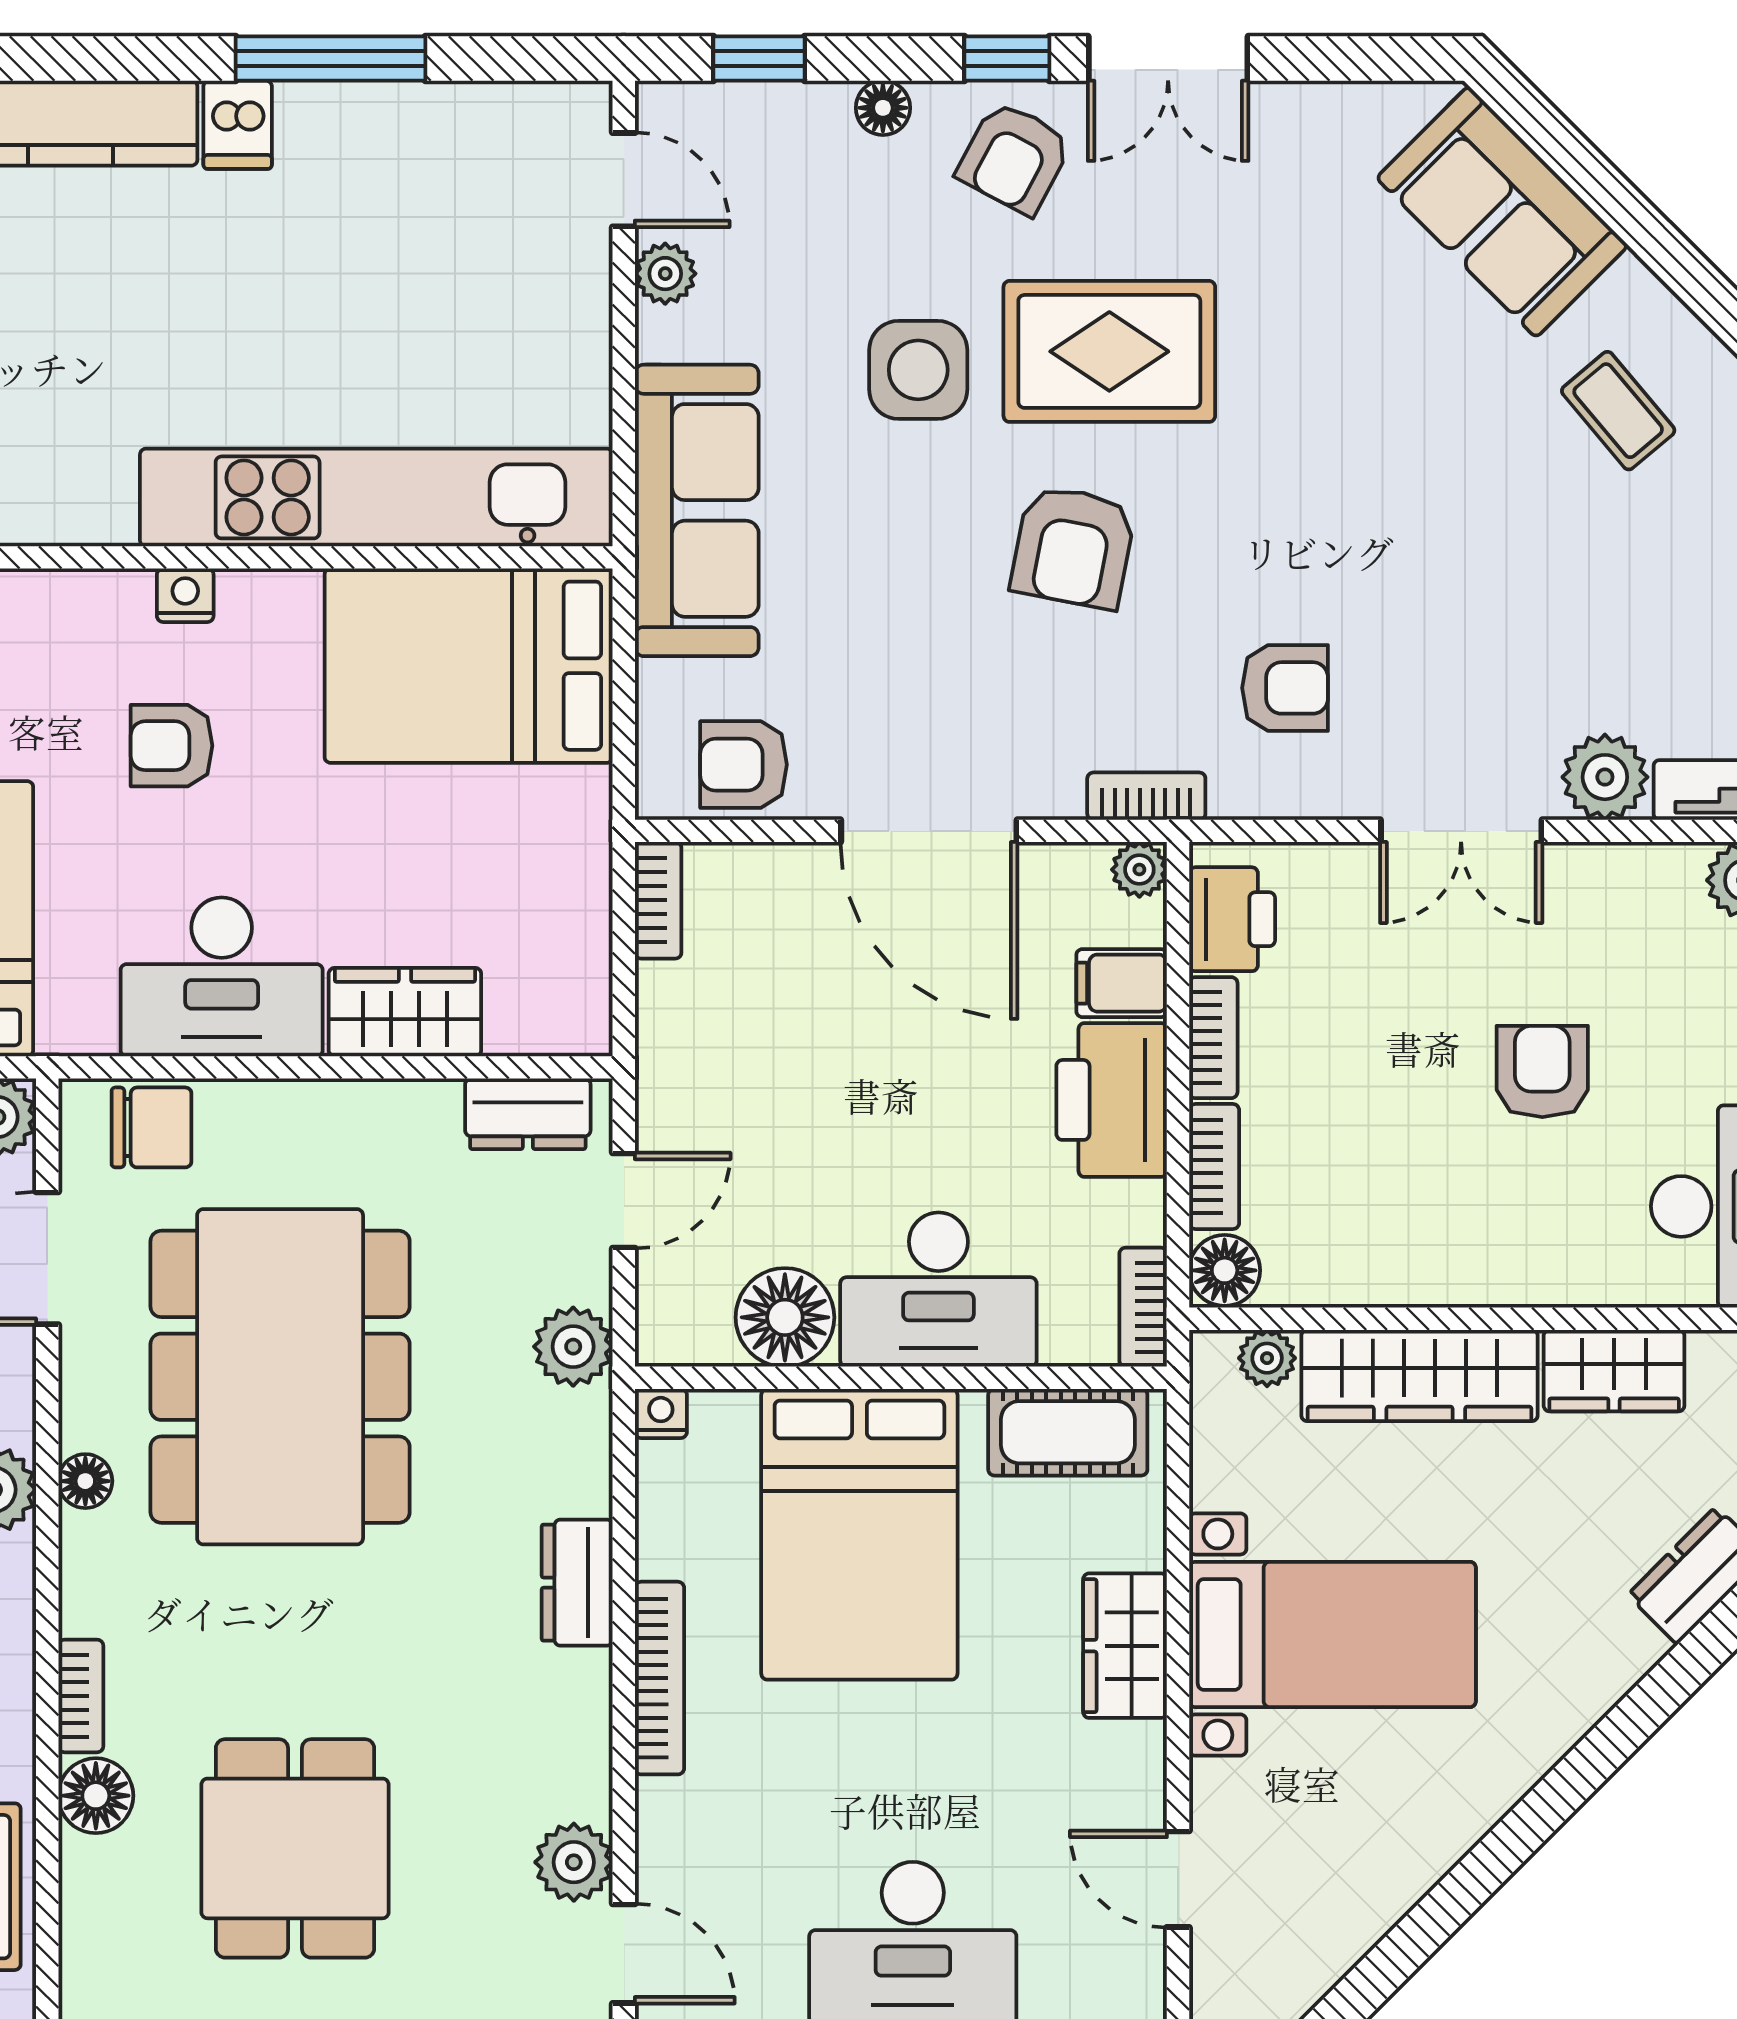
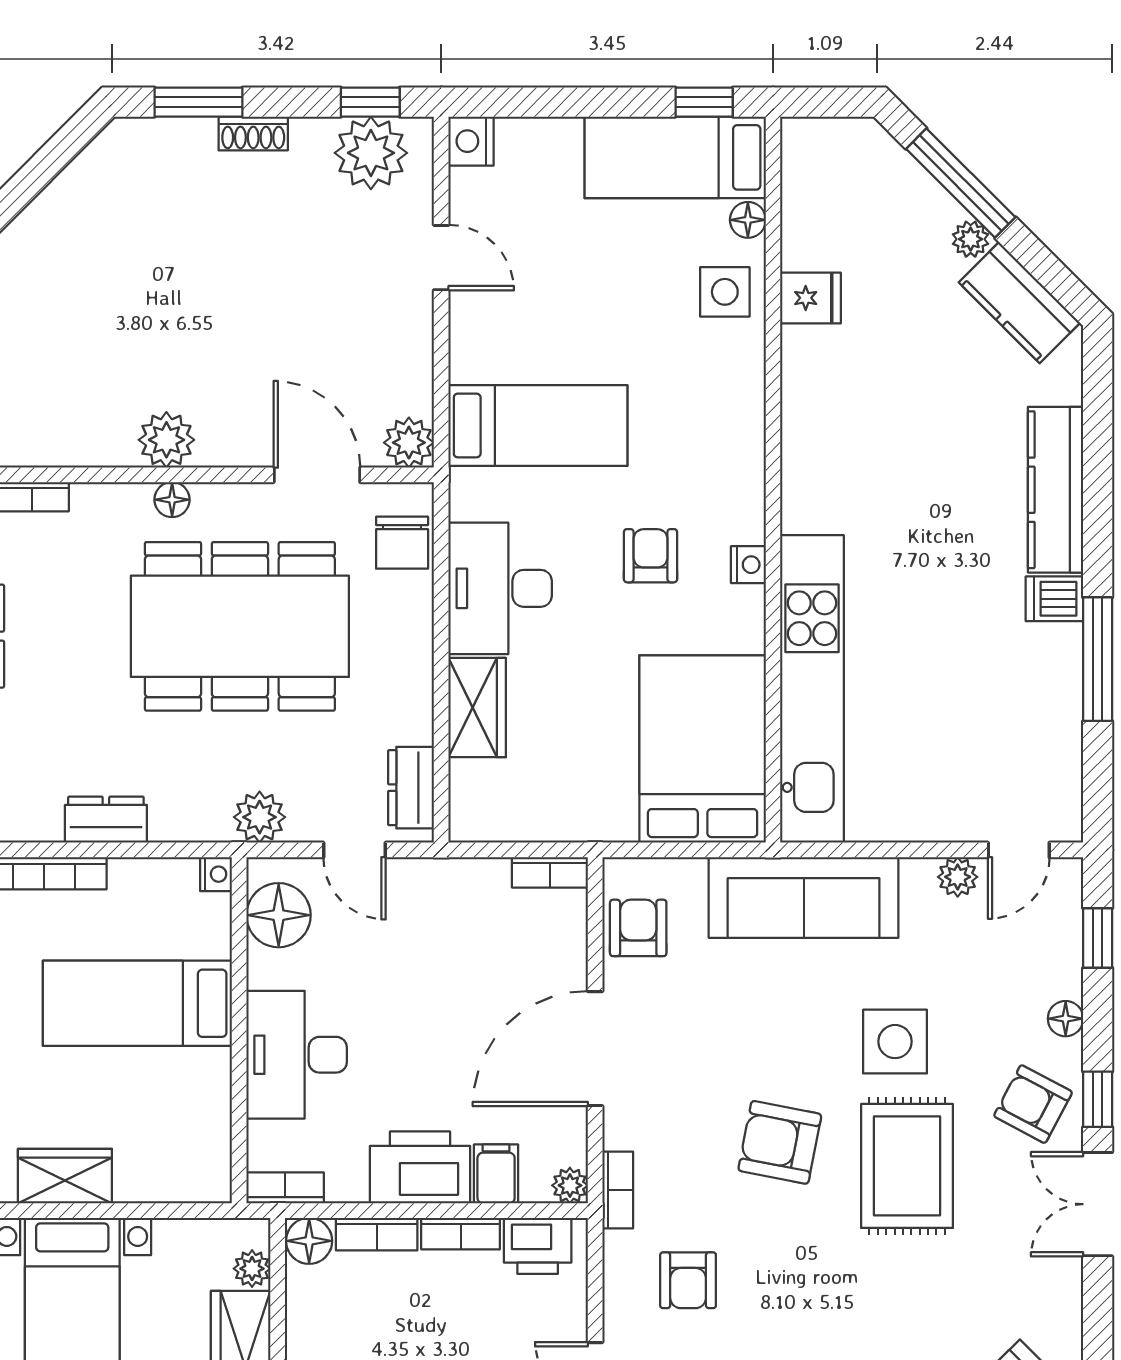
floor lamp: (785, 1317) -> (279, 915), moved
cot: (1068, 1432) -> (204, 1139), removed
bed: (859, 1534) -> (137, 1003), width x0.67

